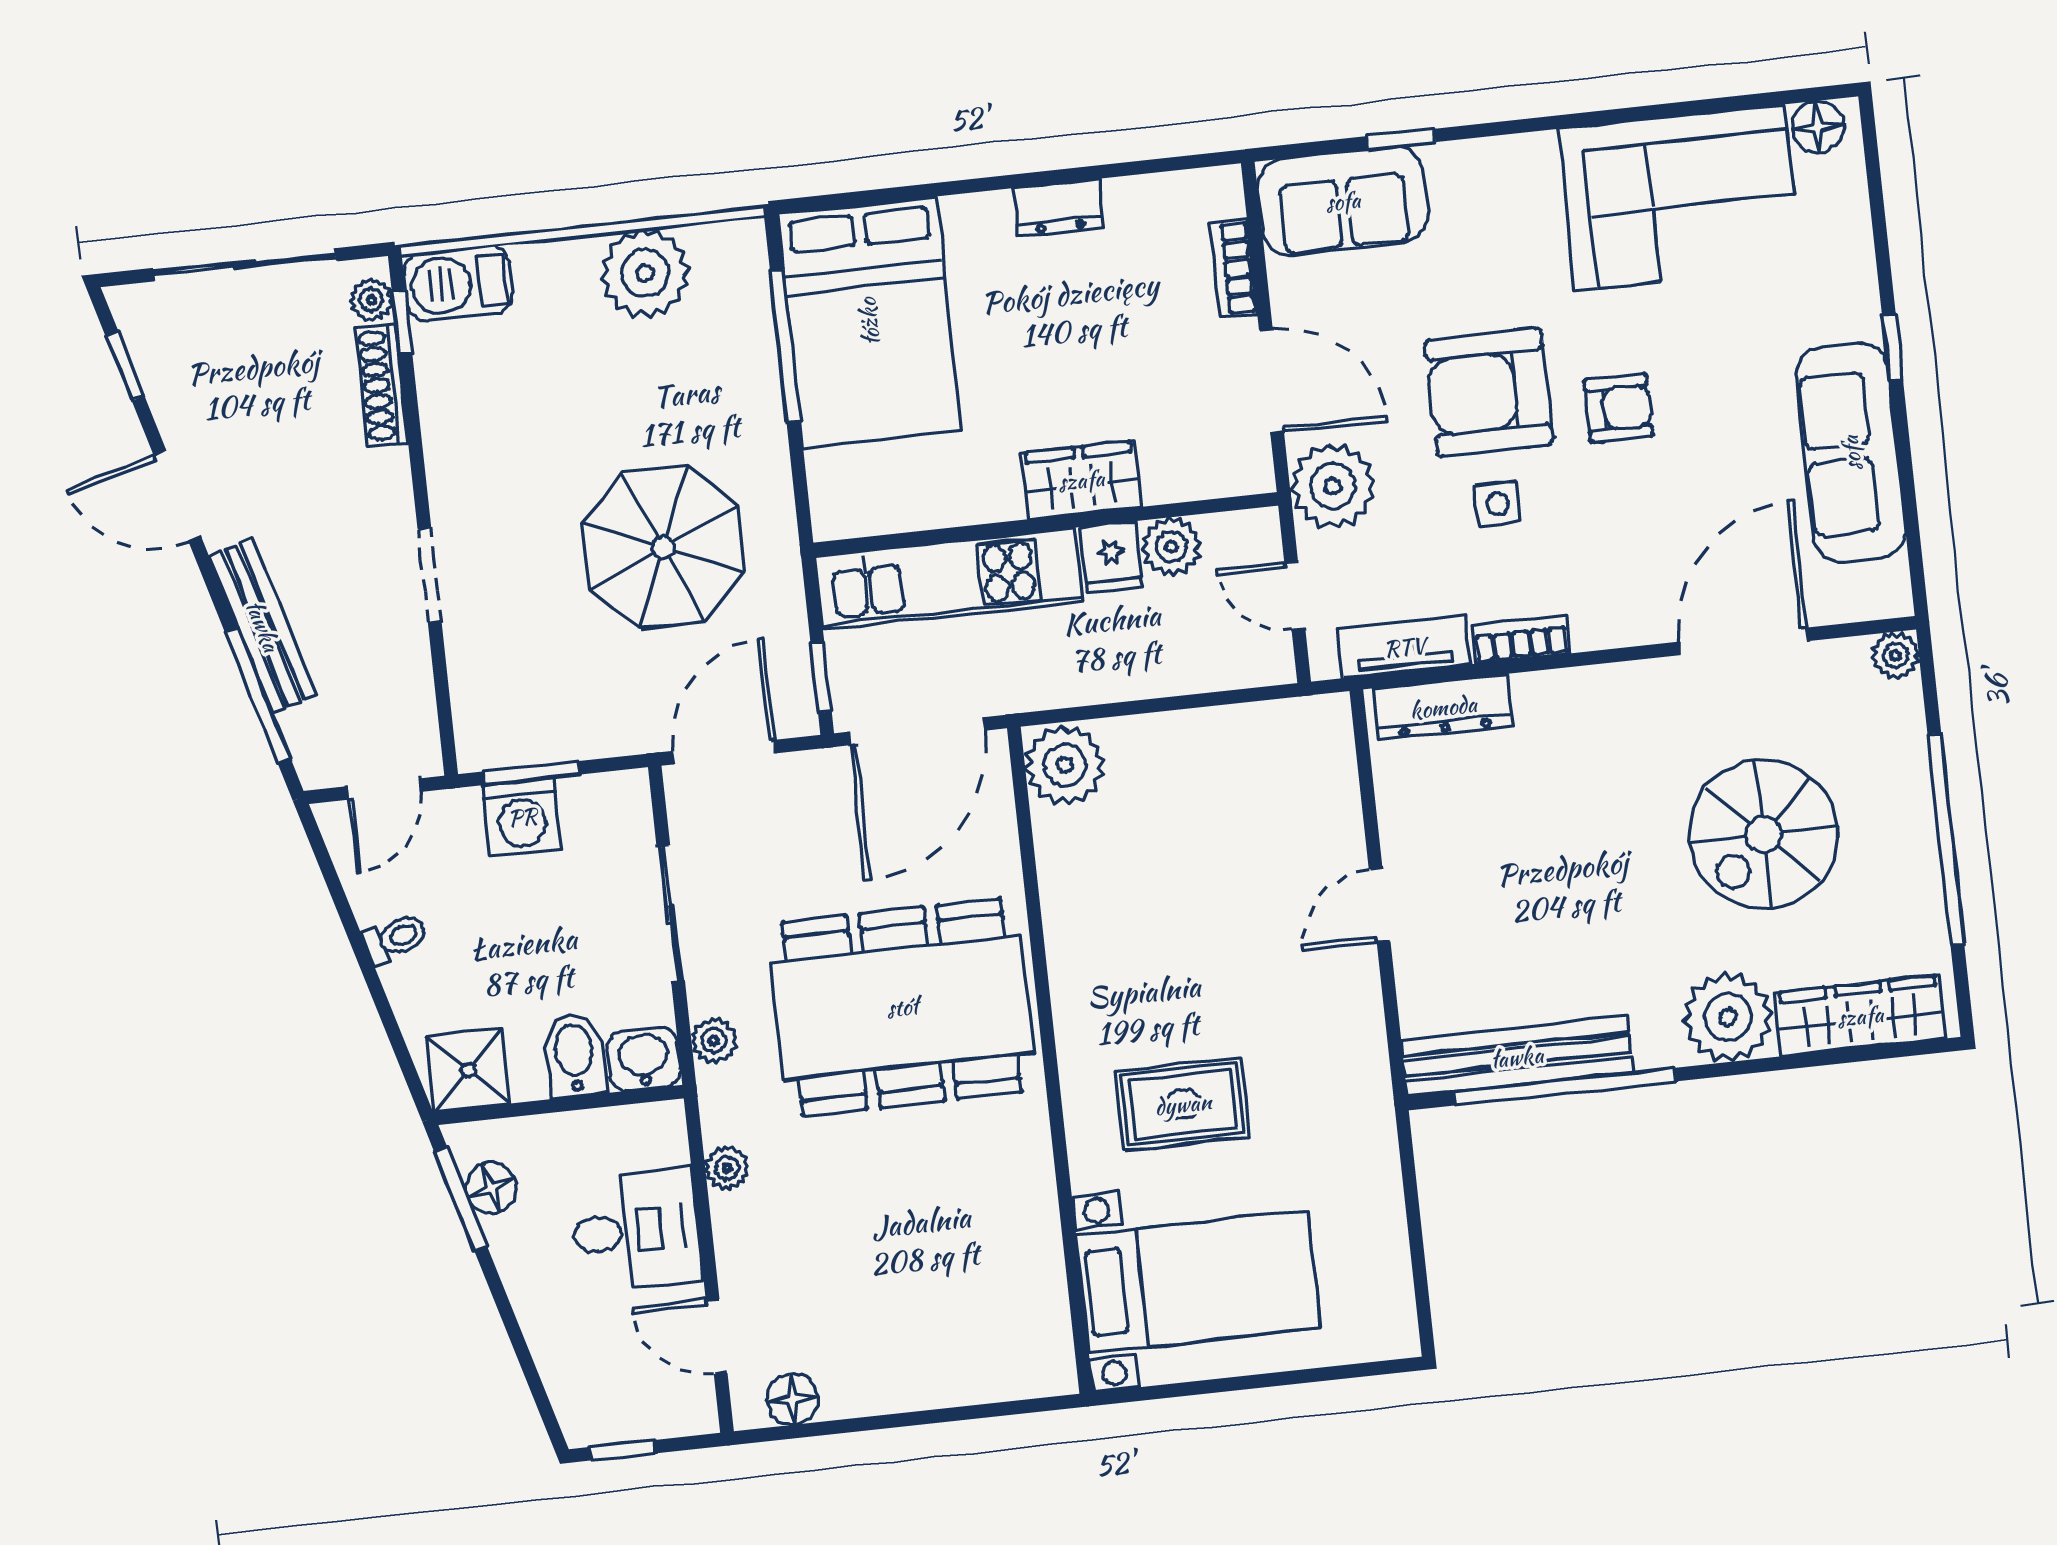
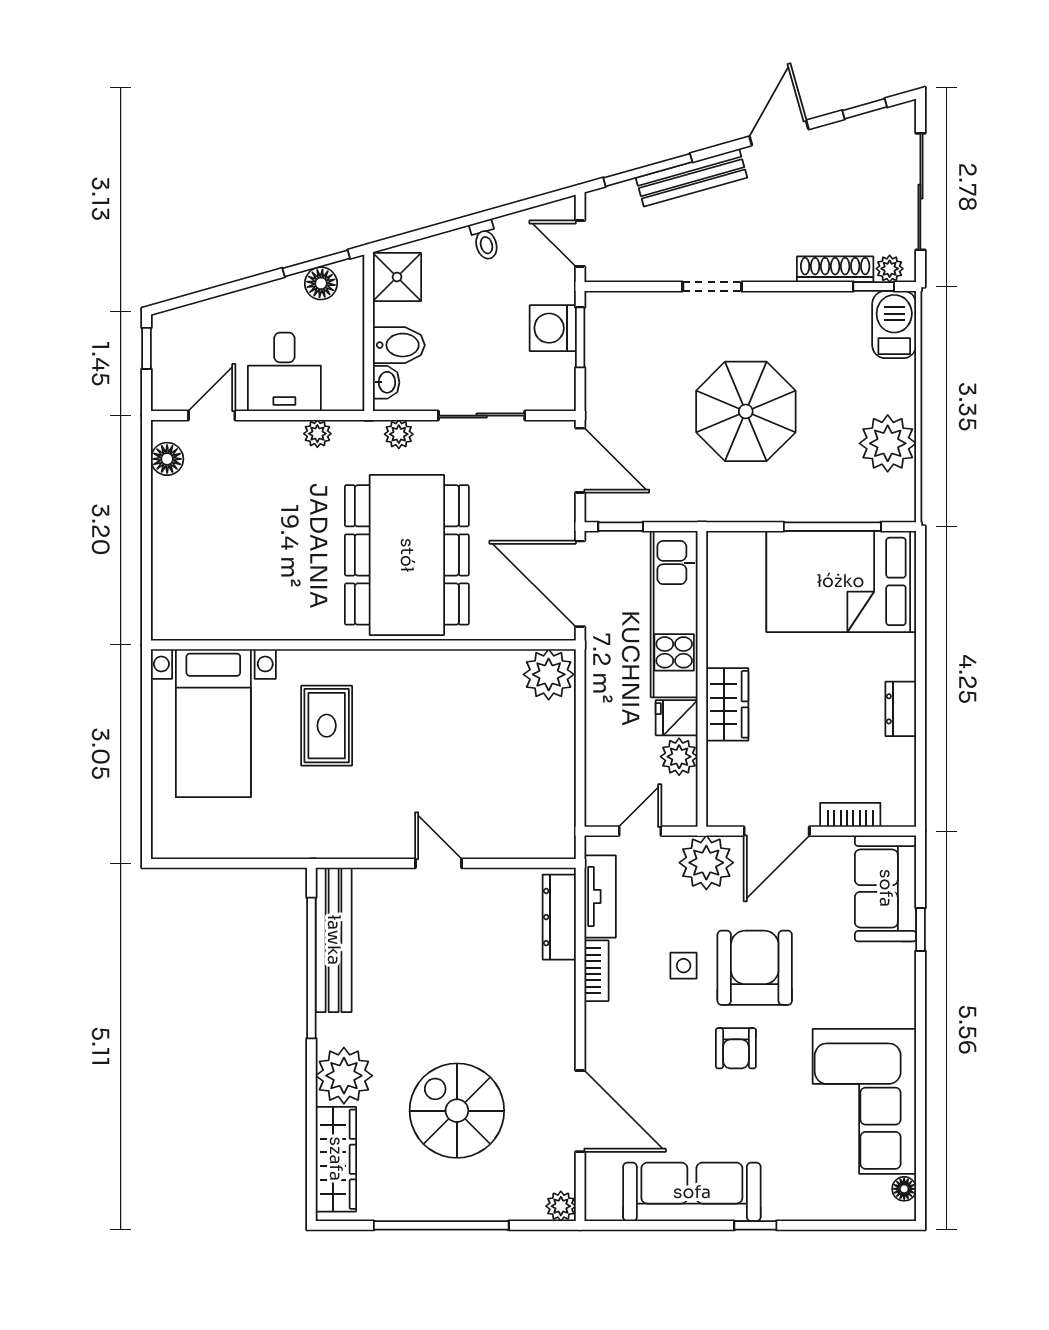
floor lamp: (1818, 127) -> (904, 1189), width x0.73, depth x0.73
parasol: (663, 547) -> (746, 411), moved
washbasin: (644, 1059) -> (386, 382), width x0.72, depth x0.69

